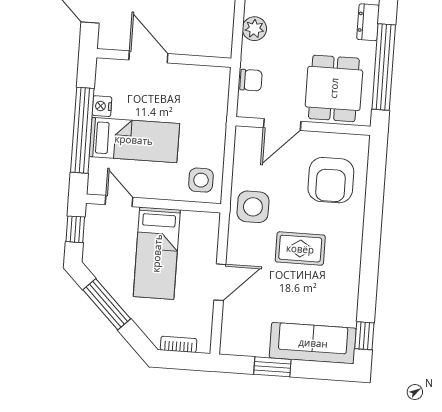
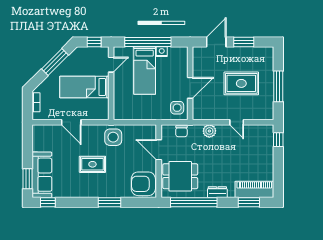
door: (148, 57) -> (190, 88), moved
side table: (201, 180) -> (177, 108), moved
armchair: (331, 180) -> (143, 184), moved
window: (373, 222) -> (110, 202), added
rug: (300, 249) -> (92, 164), turned 90
window: (272, 367) -> (28, 179), moved

